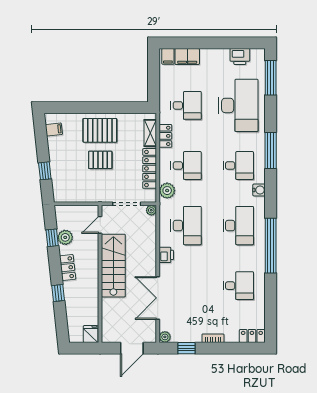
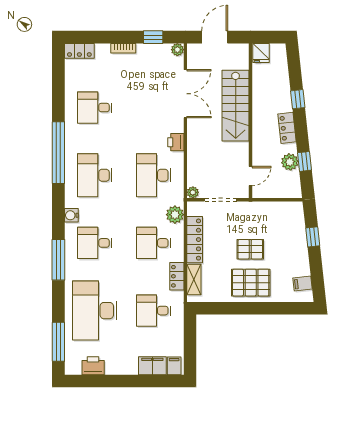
stairs: (113, 266) -> (236, 106), moved

